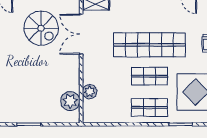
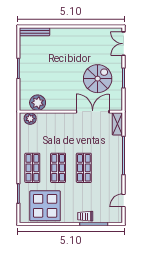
spiral stairs: (41, 28) -> (98, 79), turned 180
shop shelf: (149, 45) -> (84, 168), width x0.50, depth x0.74
plant: (90, 92) -> (30, 119), moved

